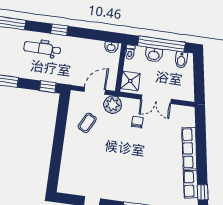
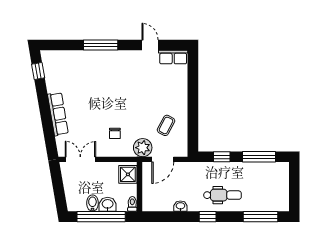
washbasin: (111, 47) -> (180, 206), moved
bidet: (181, 60) -> (92, 203), moved
window: (48, 87) -> (222, 157), moved
double door: (156, 99) -> (80, 159), moved
row of seats: (191, 184) -> (173, 57), moved, turned 100

